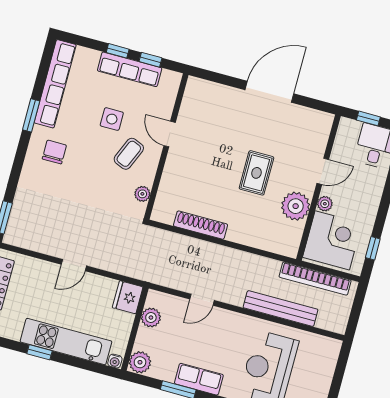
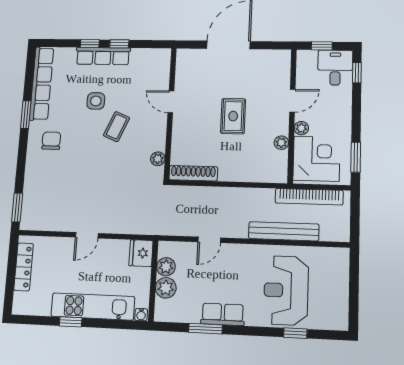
door: (170, 134) -> (171, 102), moved
wall: (166, 147) -> (170, 113), moved
plant: (142, 194) -> (158, 159), moved
plant: (296, 206) -> (281, 143), width x0.53, depth x0.53
window: (373, 248) -> (356, 157), width x1.50
plant: (140, 362) -> (166, 288), moved

